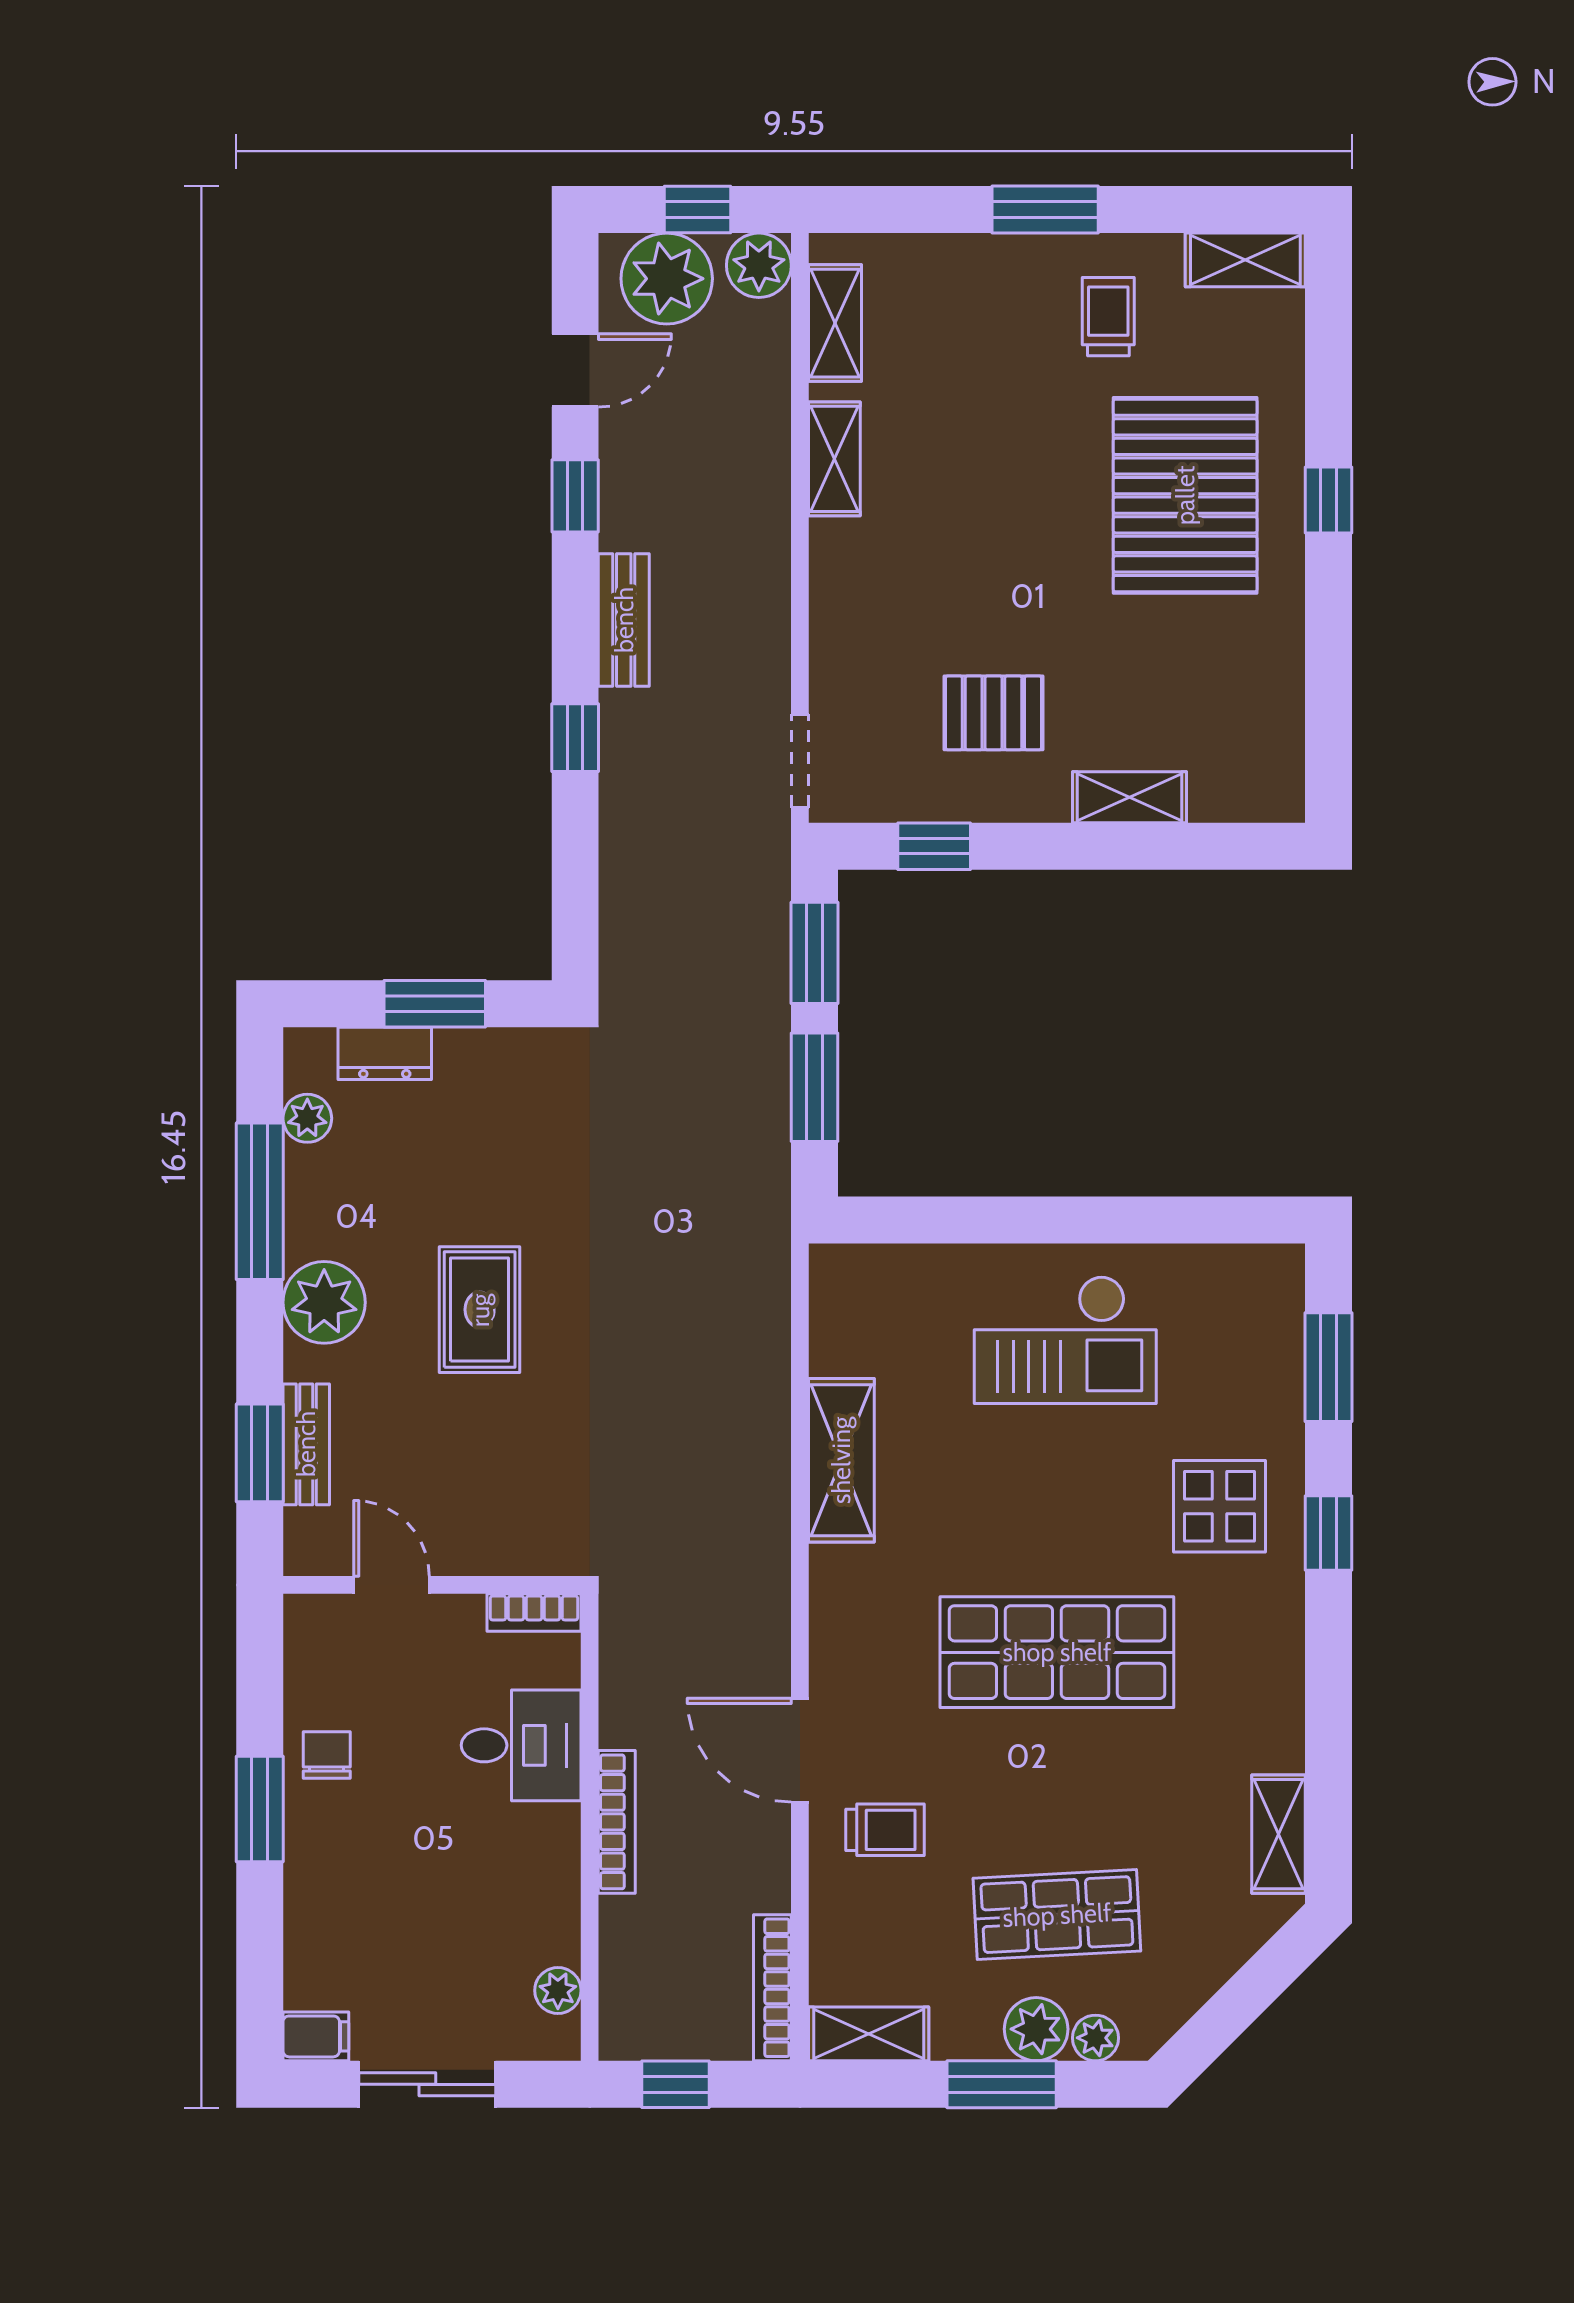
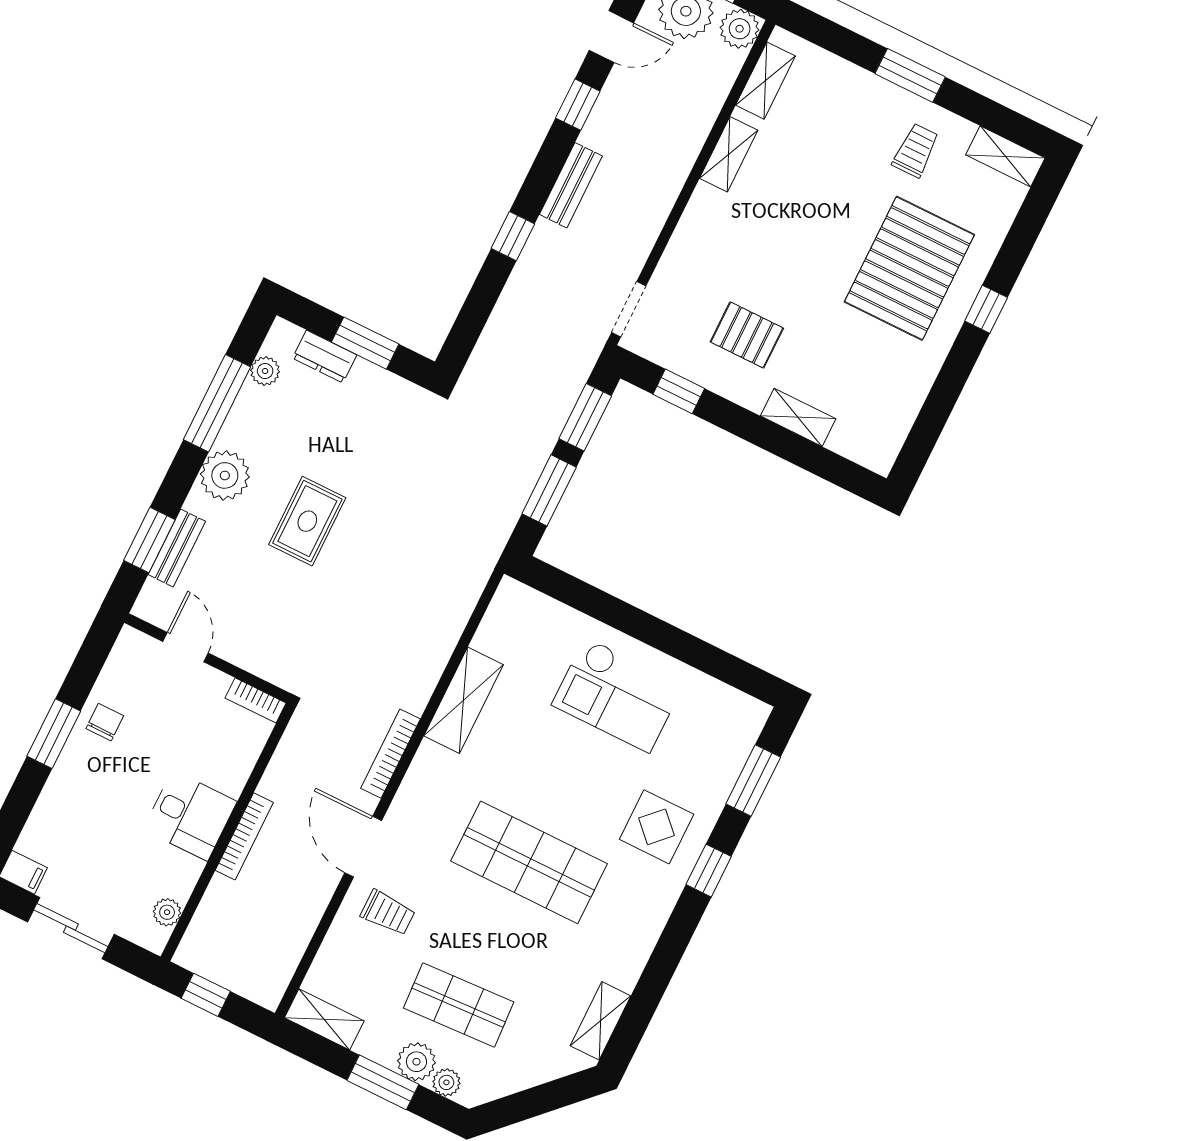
desk: (521, 1745) -> (190, 815), moved
bookcase: (772, 1988) -> (391, 754), moved

